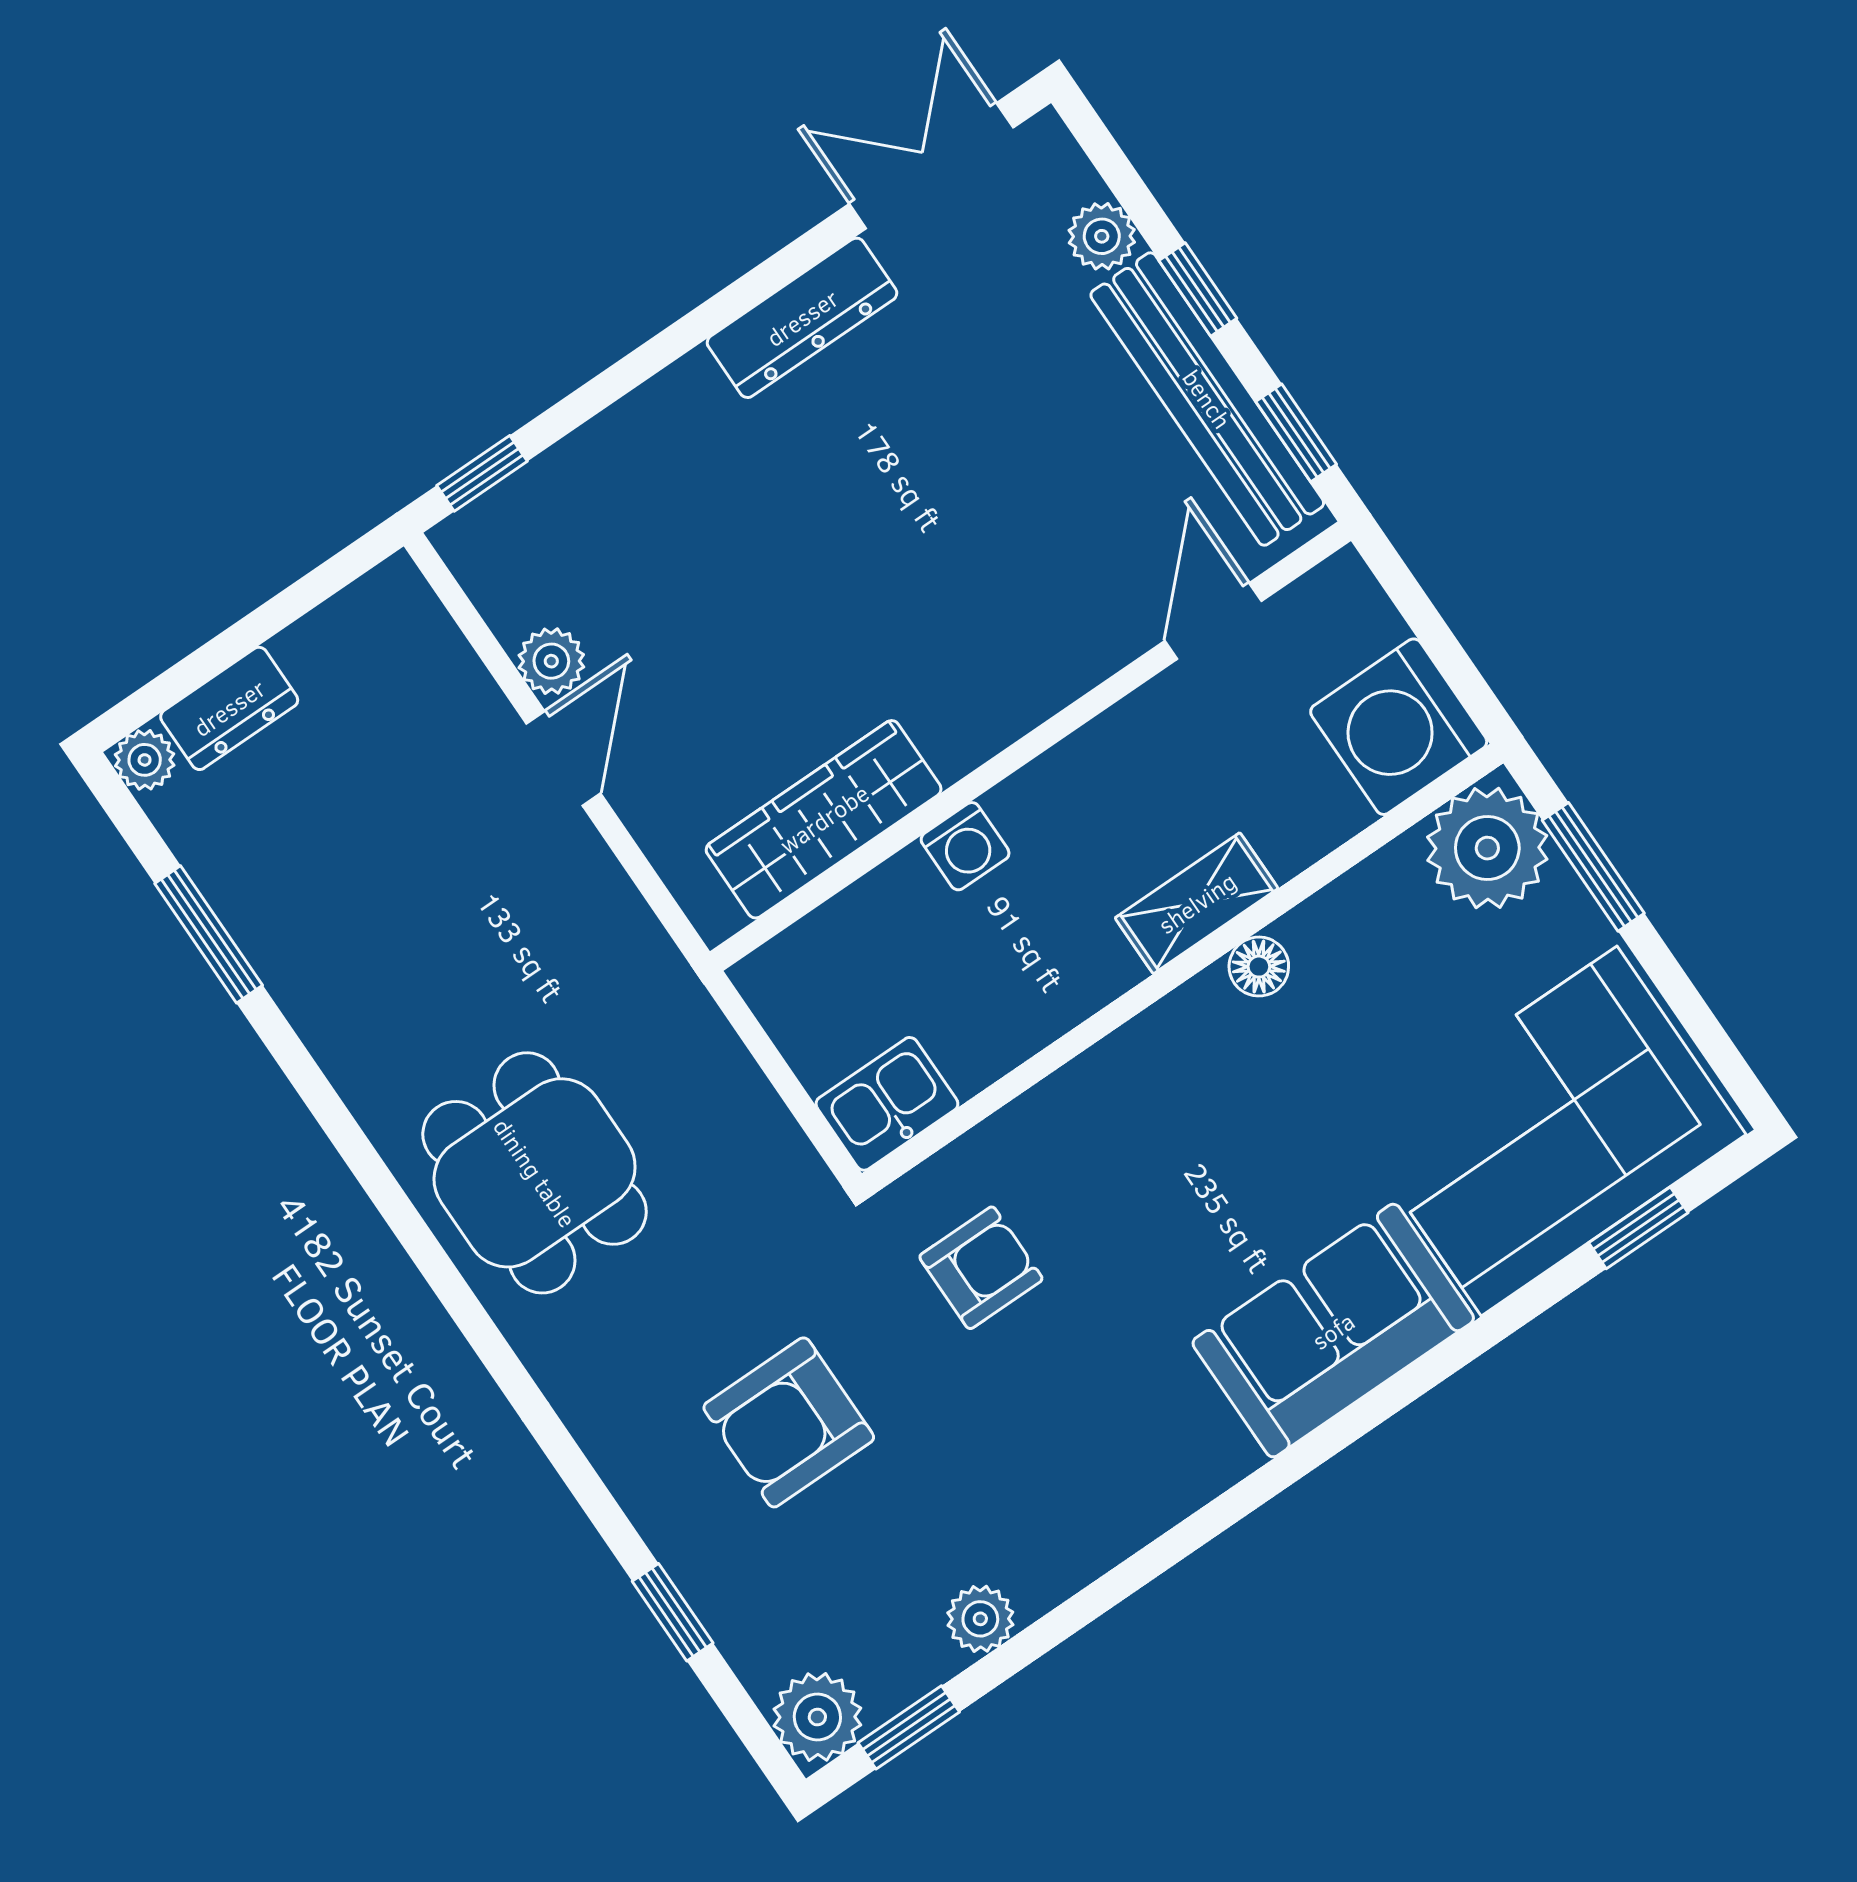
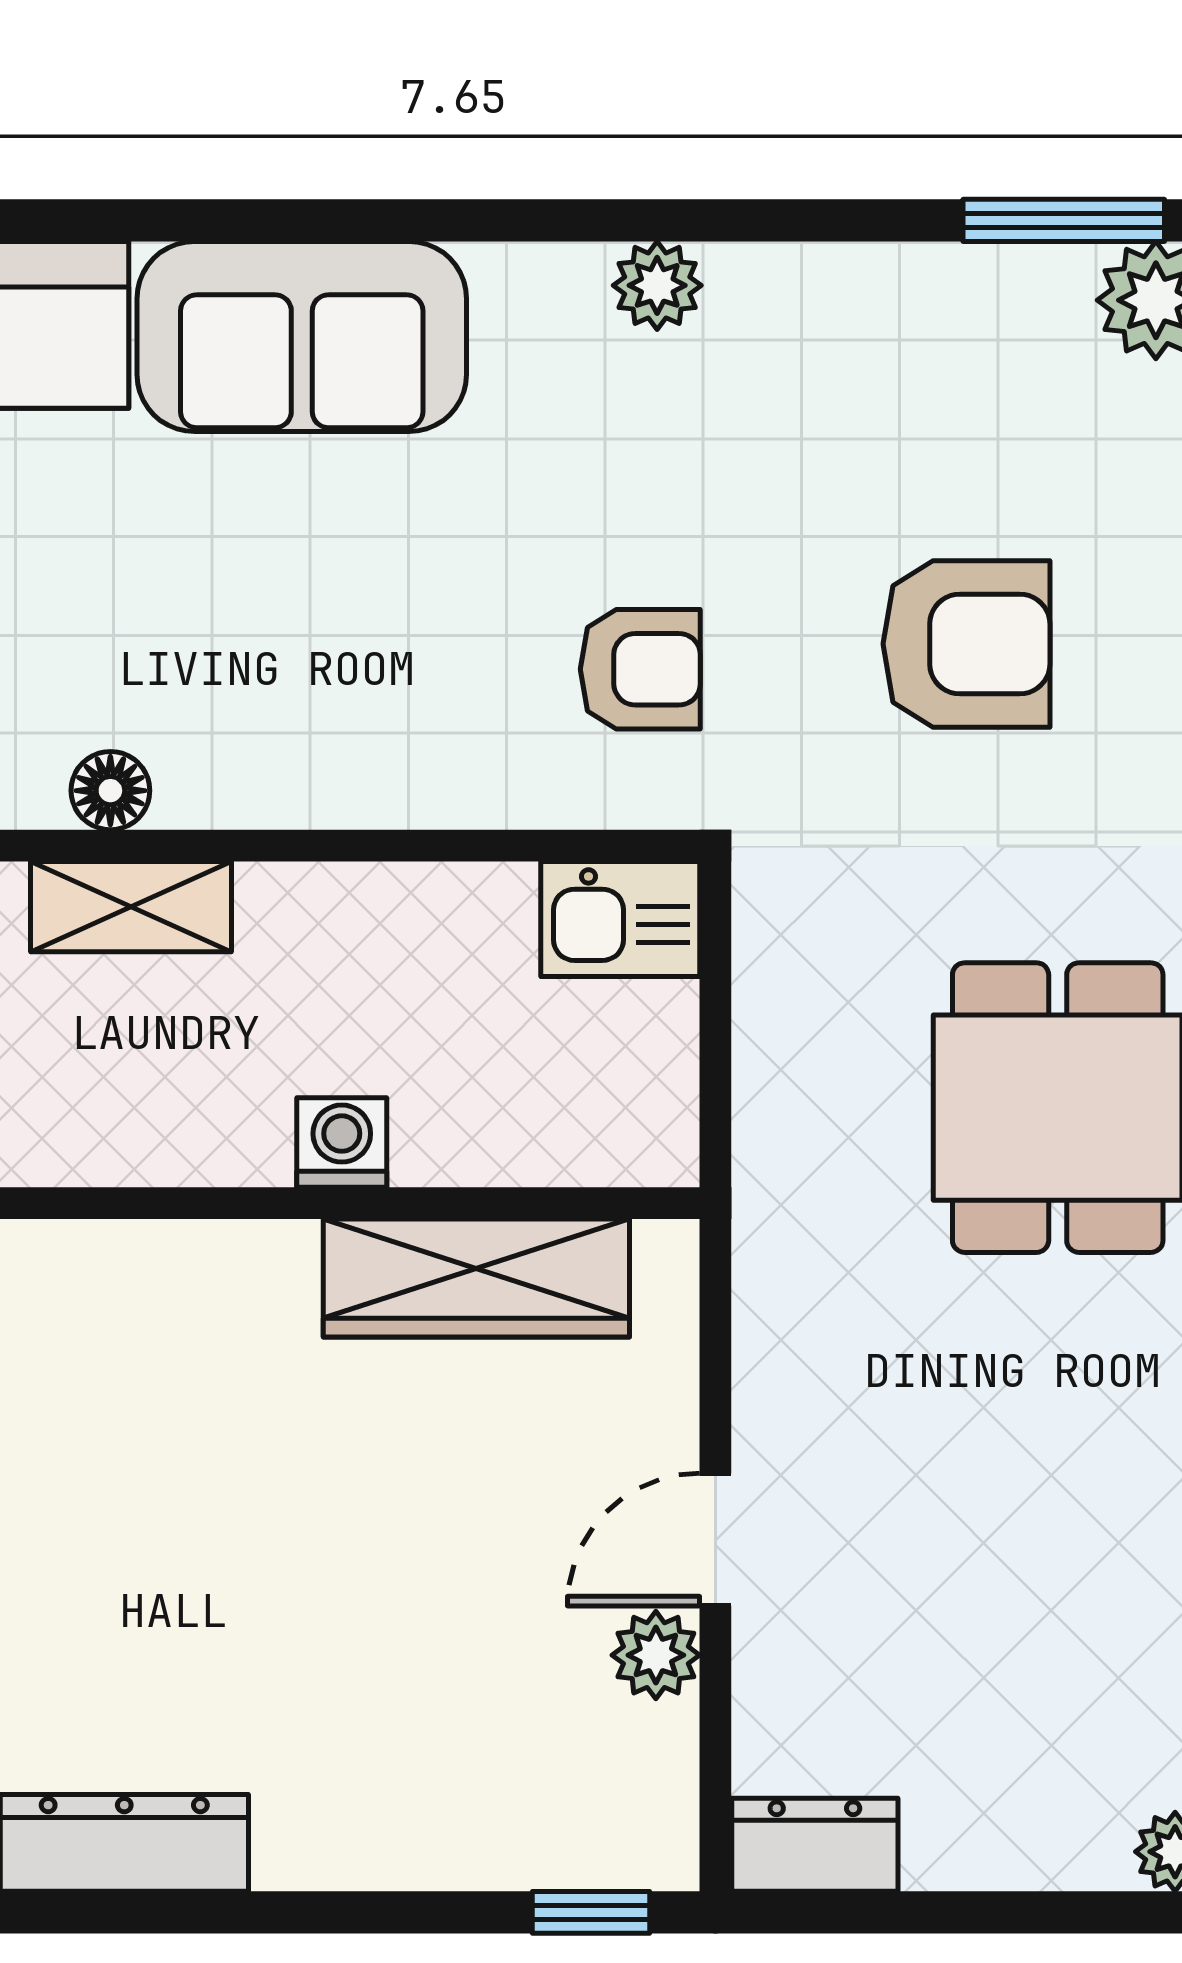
dresser: (229, 708) -> (815, 1845), moved
armchair: (981, 1268) -> (640, 669), turned 180
plant: (980, 1619) -> (657, 285), moved
window: (909, 1727) -> (1064, 220), width x1.50

